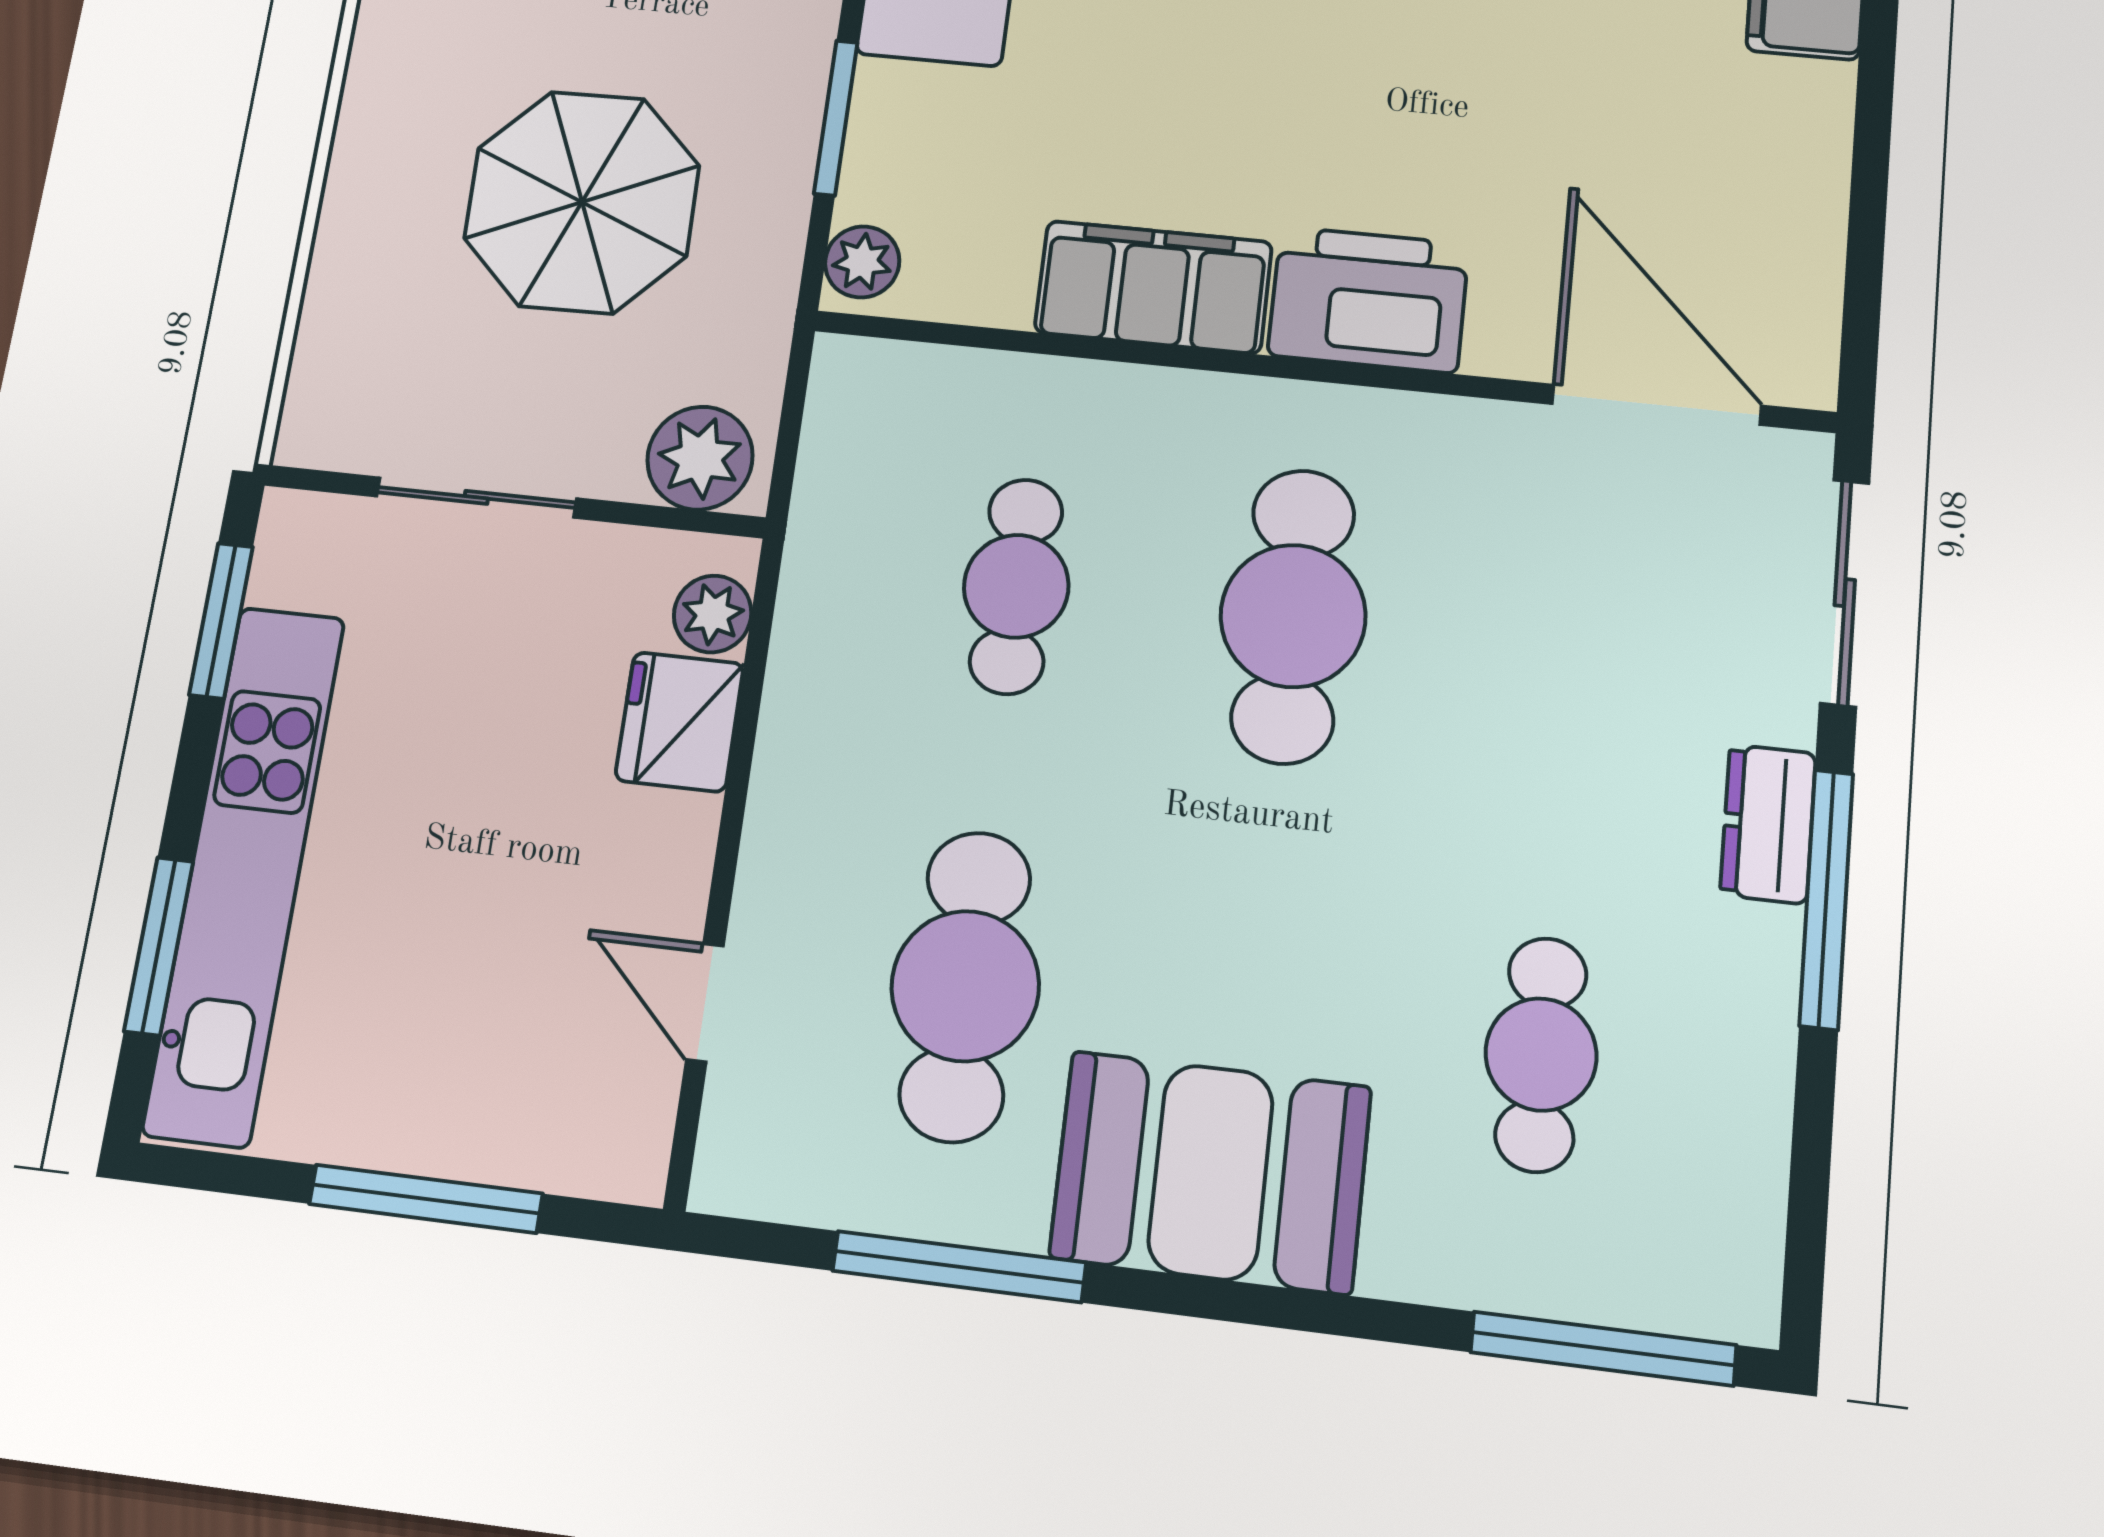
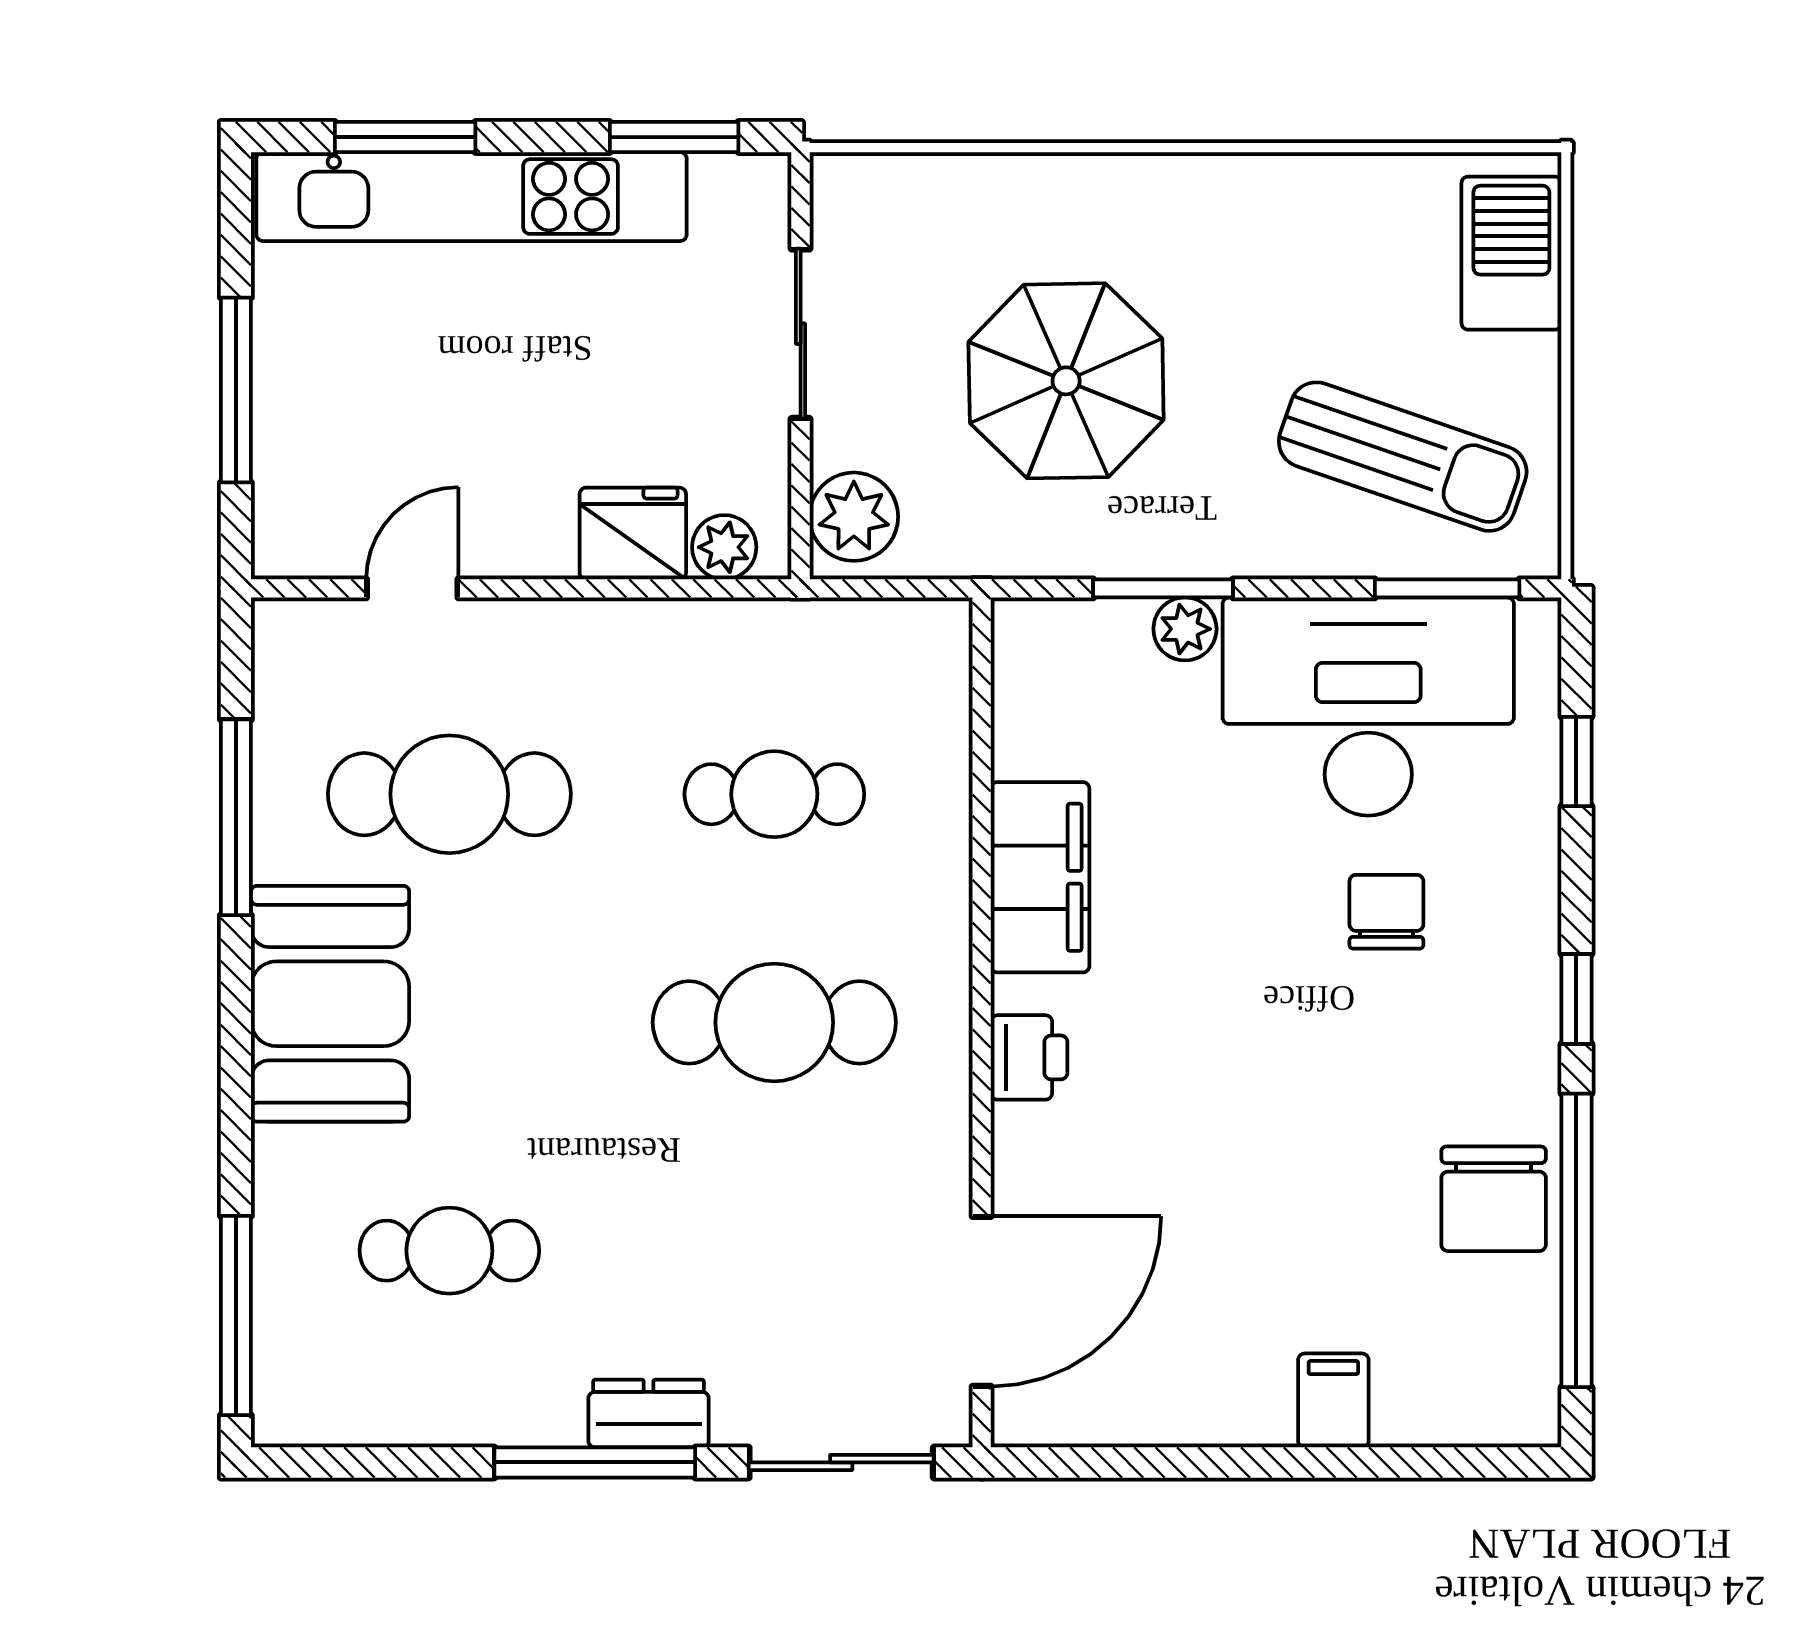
plant: (862, 262) -> (1185, 629), moved
printer: (1368, 300) -> (1029, 1057), width x0.53, depth x0.68

